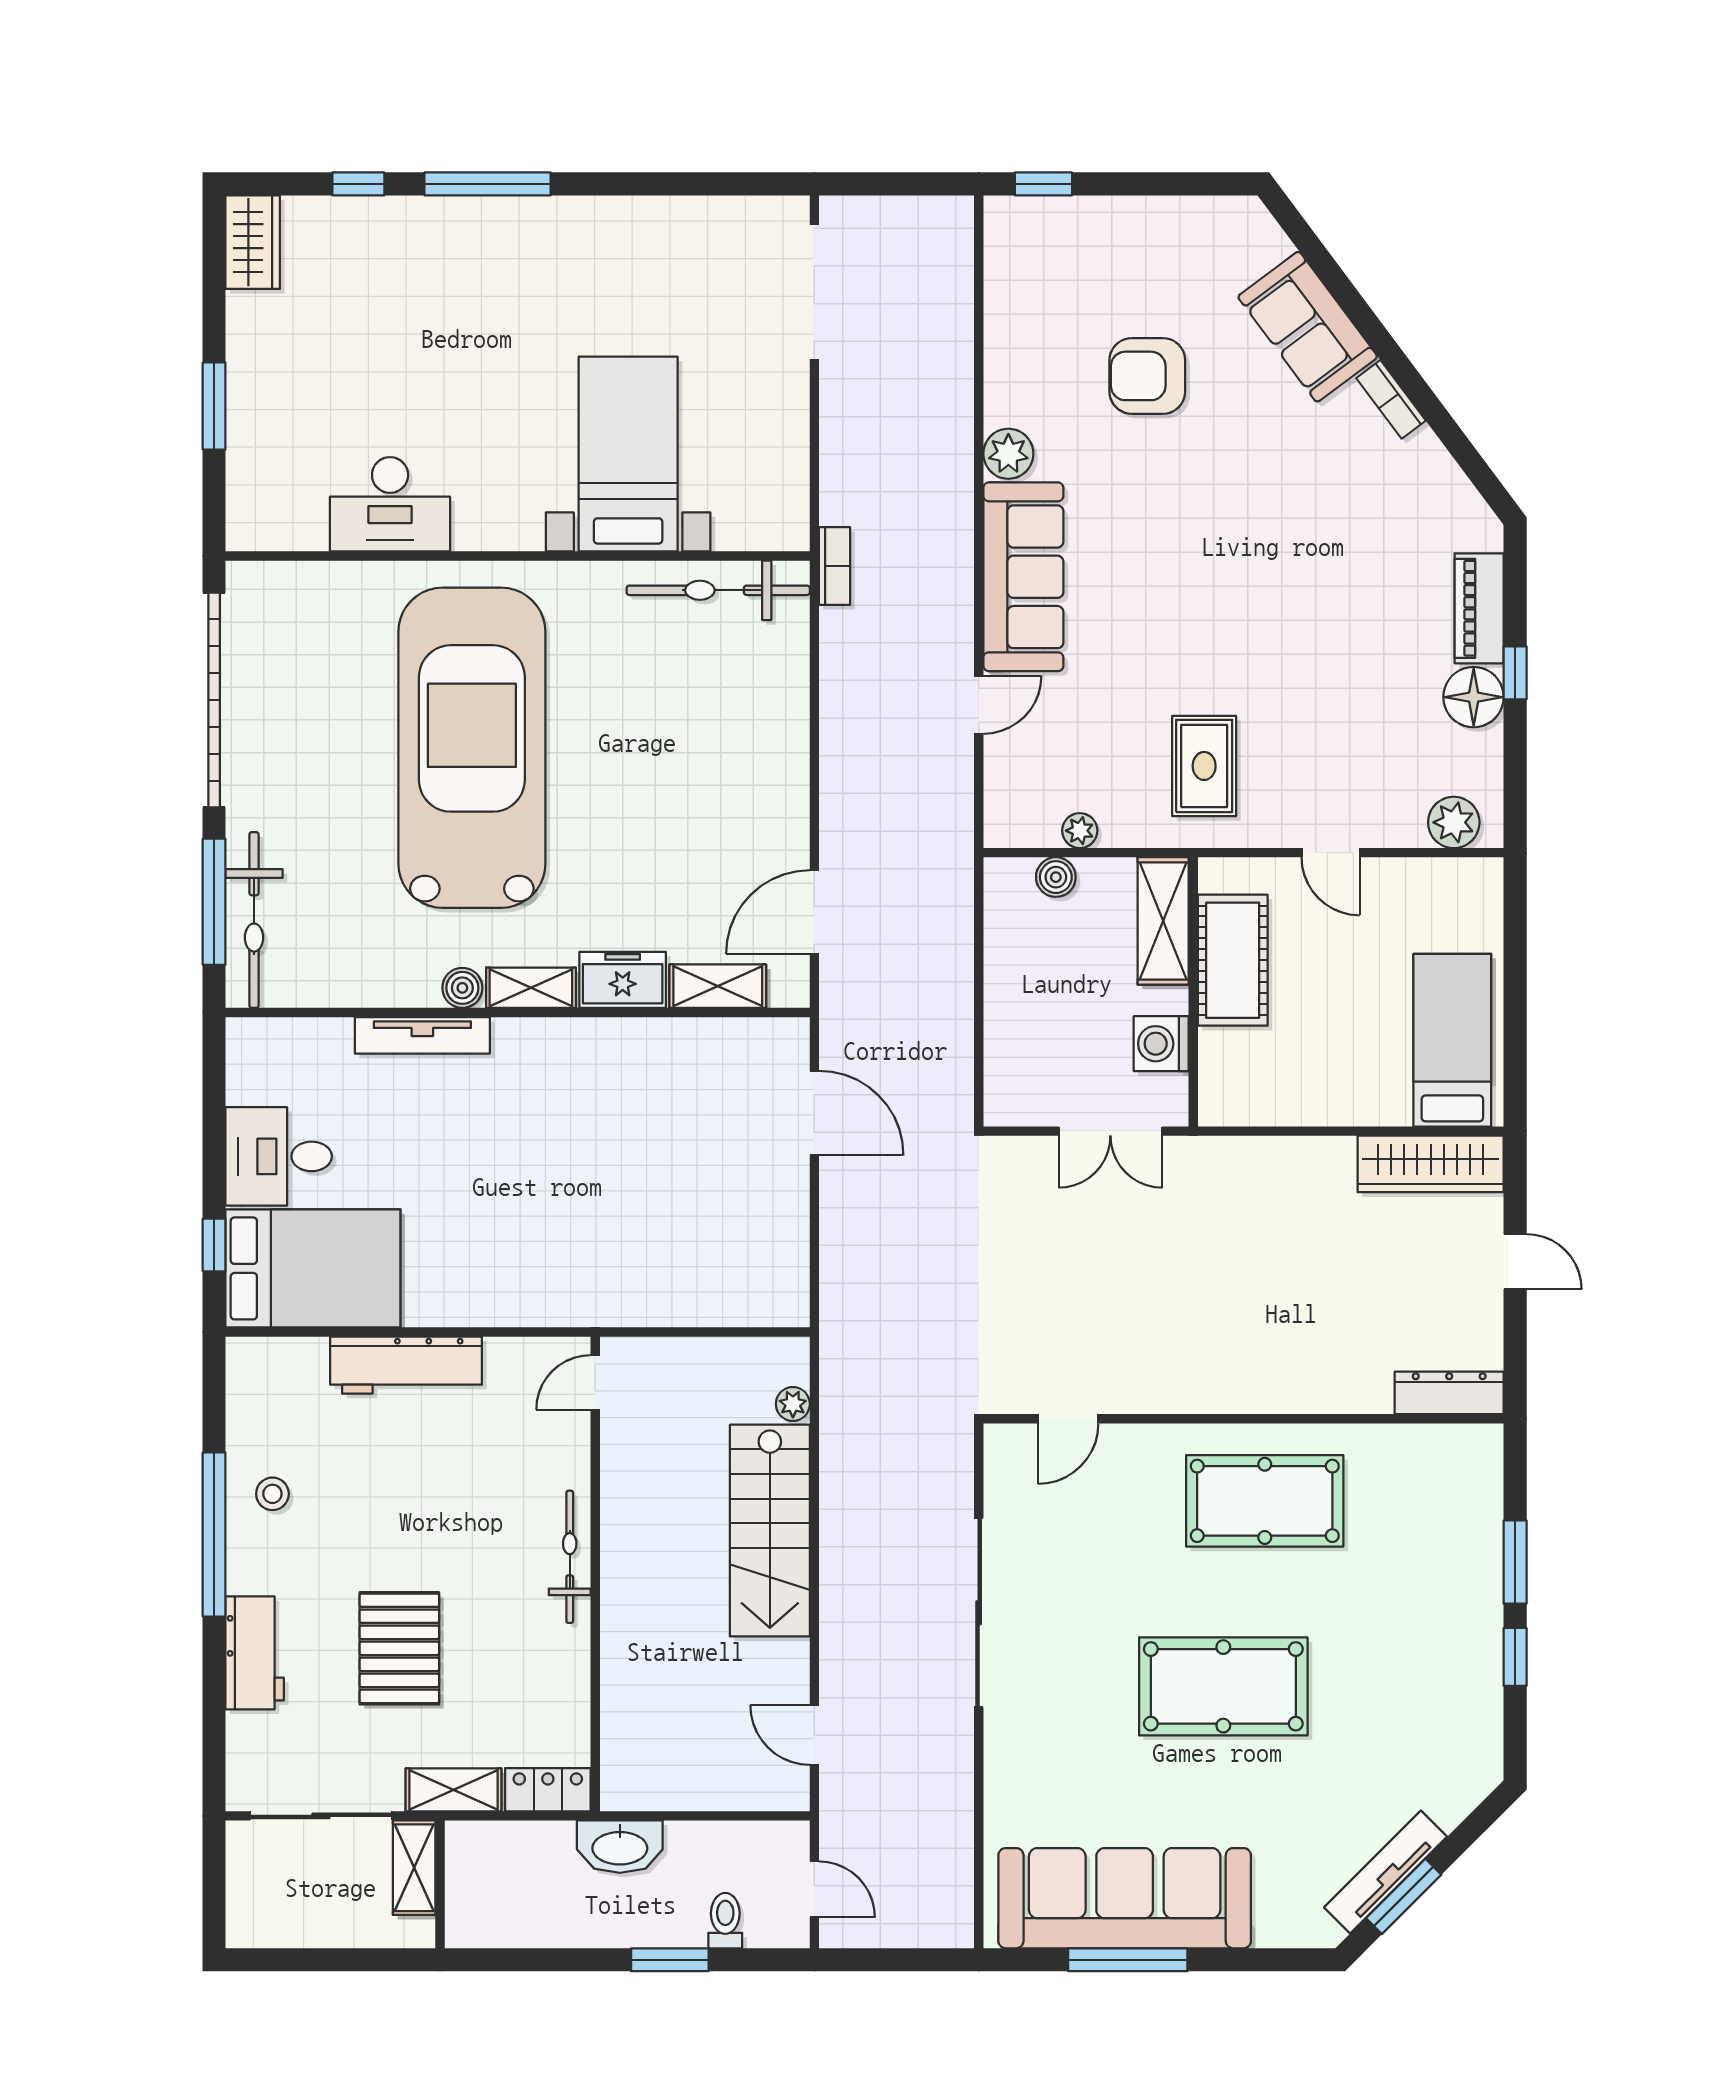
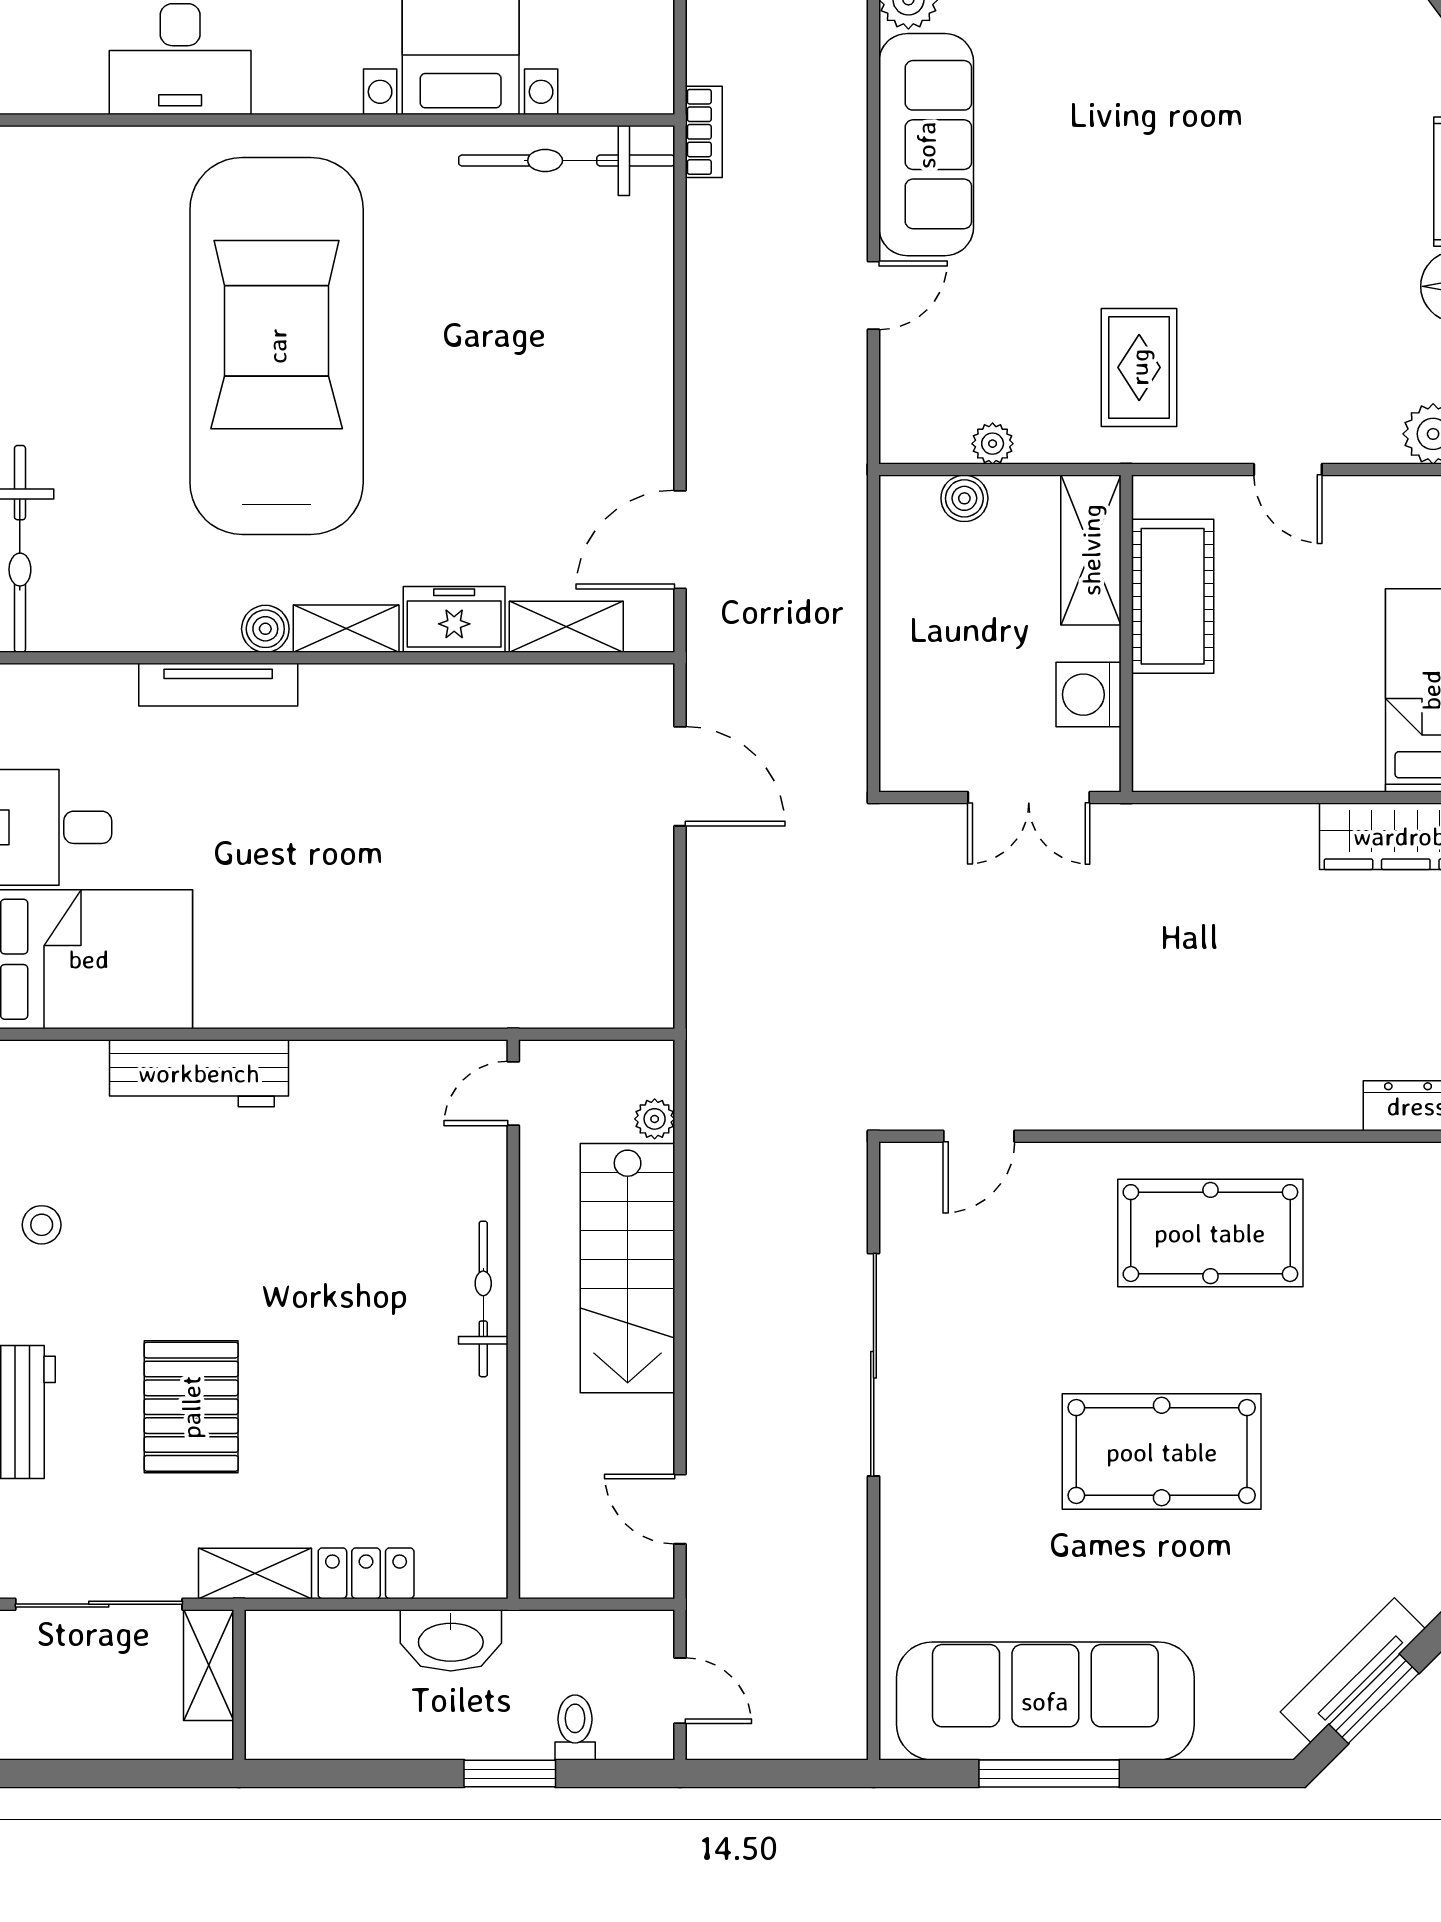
door: (595, 1382) -> (513, 1093), moved
bicycle: (570, 1557) -> (483, 1299), moved
wall: (595, 1574) -> (513, 1319), moved

